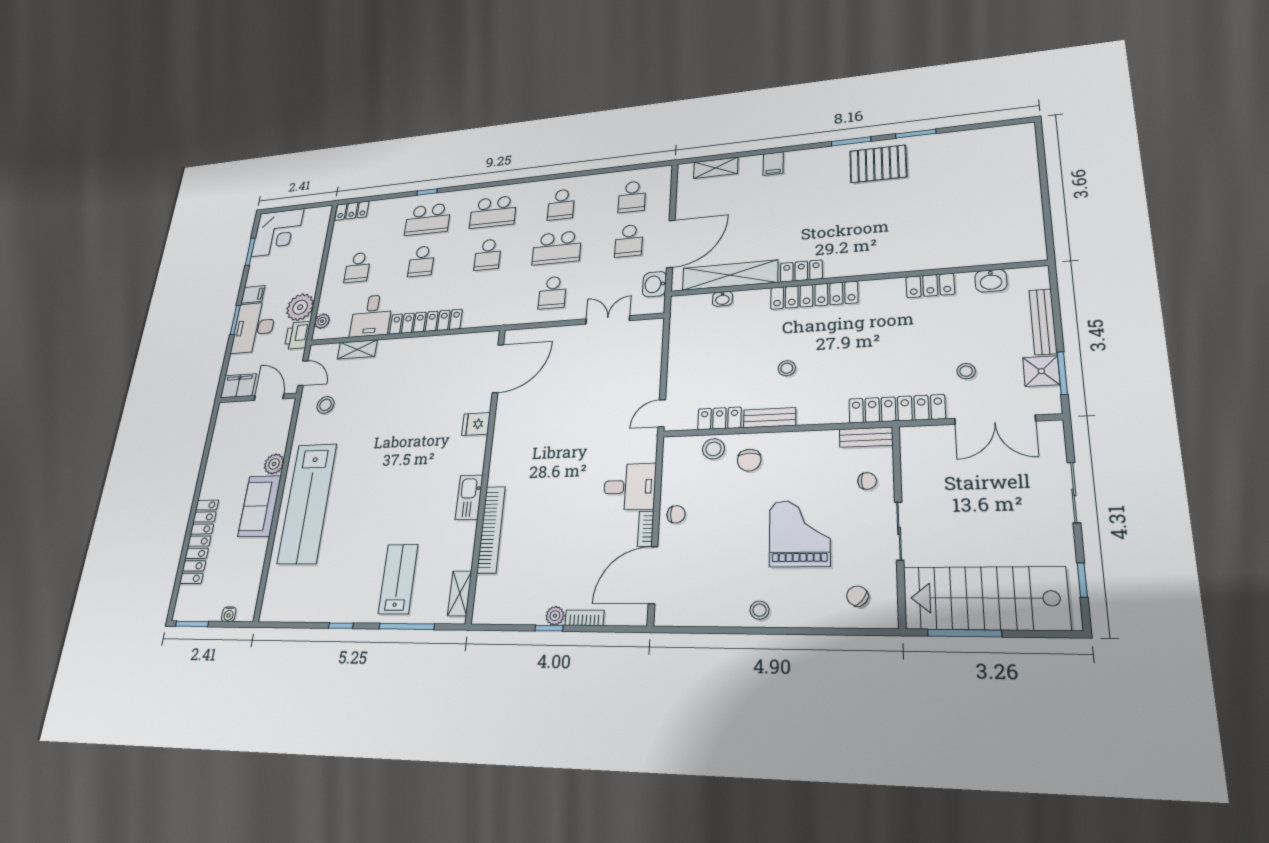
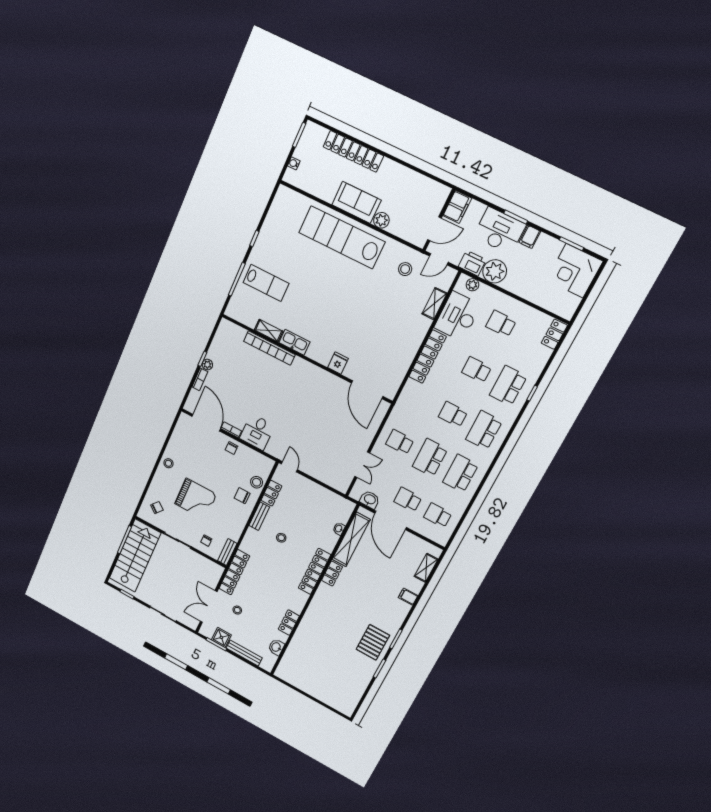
school desk: (561, 204) -> (460, 473), width x1.85
desk: (371, 316) -> (458, 316), width x1.37
shelving: (460, 593) -> (269, 331), moved

